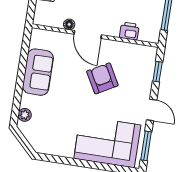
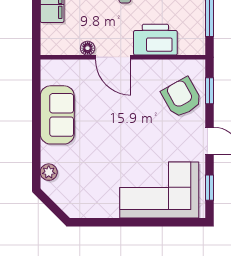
printer: (129, 31) -> (155, 40), width x1.87, depth x1.48
armchair: (102, 78) -> (182, 98), moved
window: (146, 146) -> (209, 188), width x0.67

